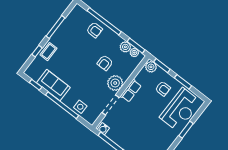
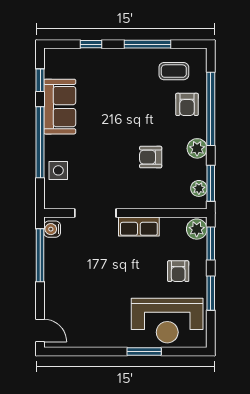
plant: (125, 47) -> (197, 148), moved
coffee table: (48, 52) -> (174, 71), moved
plant: (115, 83) -> (133, 195), removed

